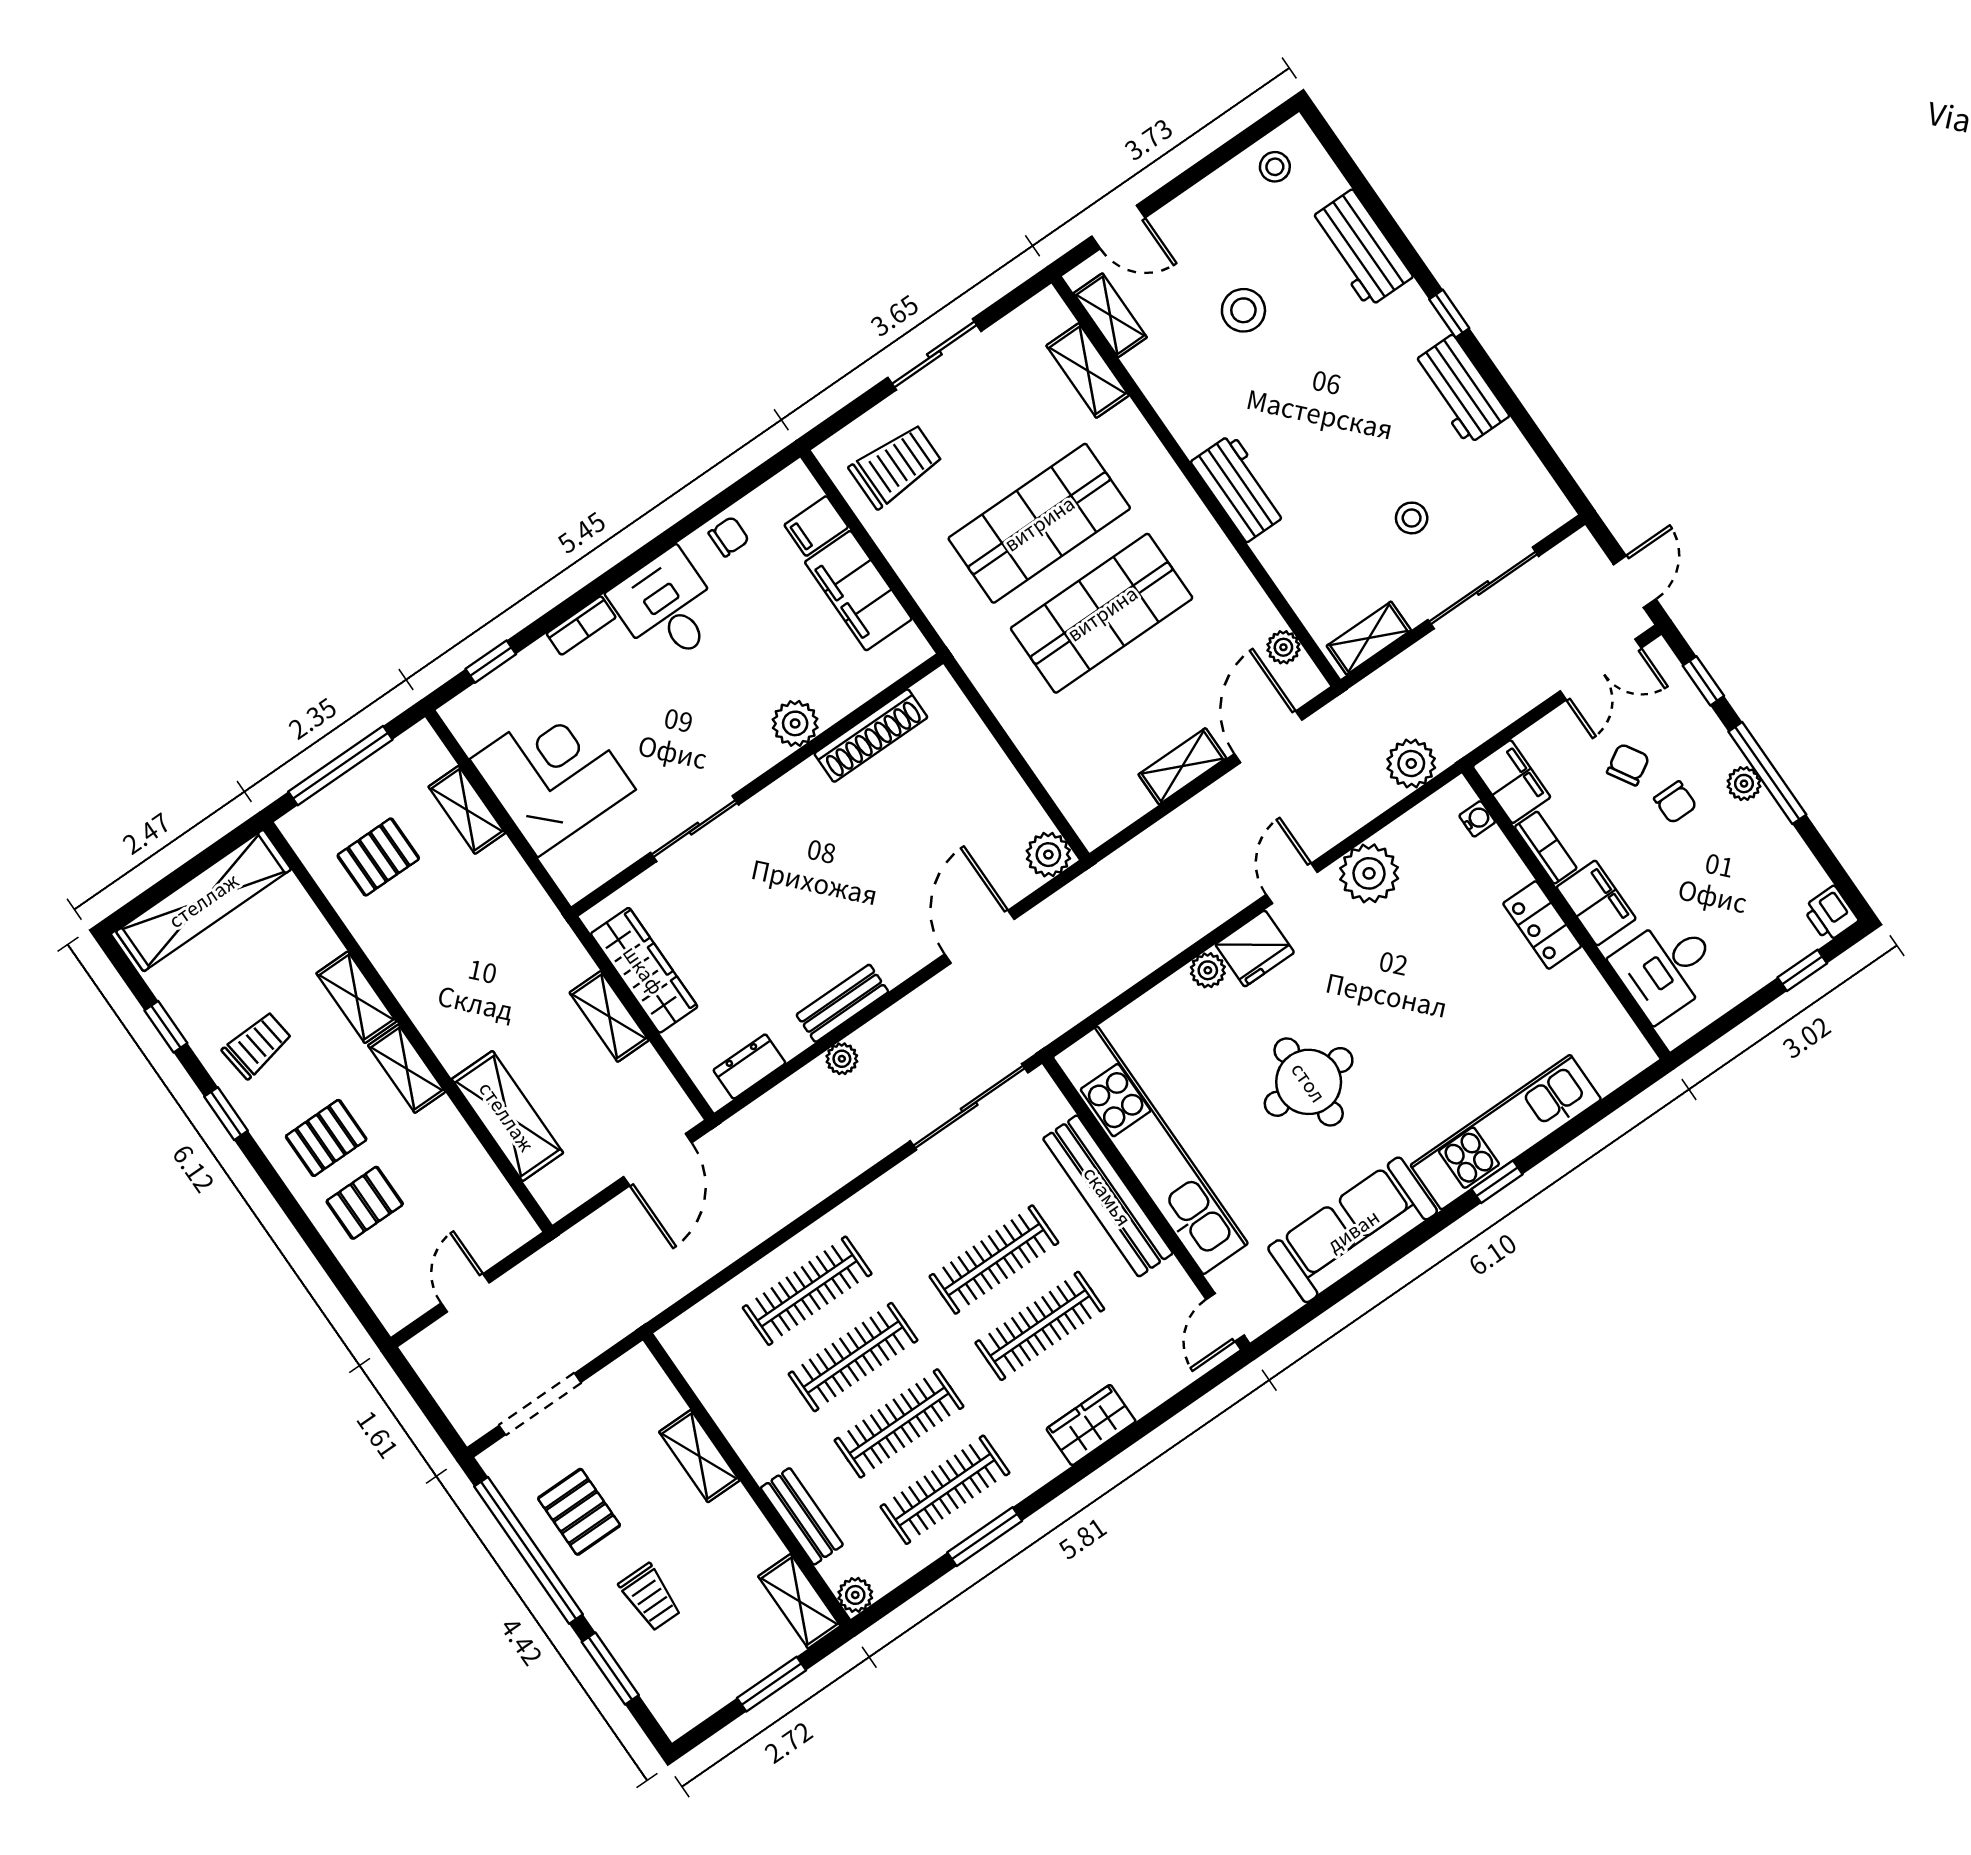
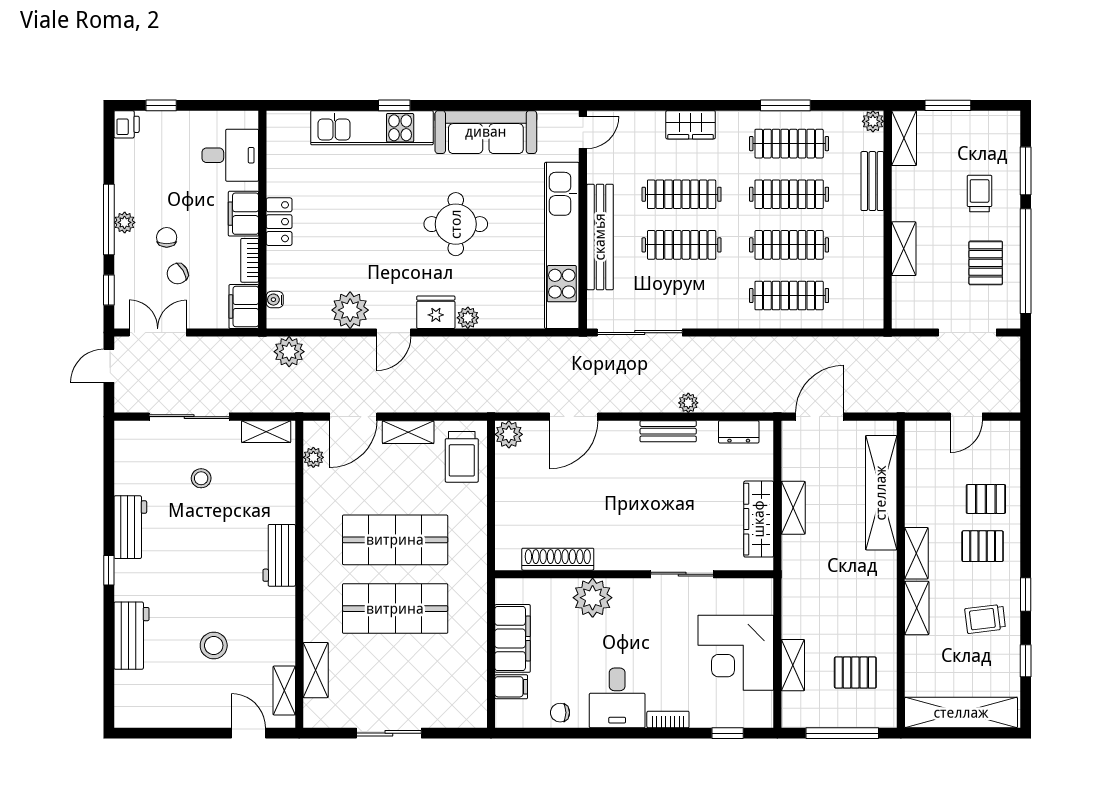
stool: (1275, 167) -> (146, 708), removed
trolley: (896, 466) -> (462, 457), moved, turned -90
plant: (795, 723) -> (593, 598), width x1.36, depth x1.36
shelving: (507, 1116) -> (881, 493), width x1.47

